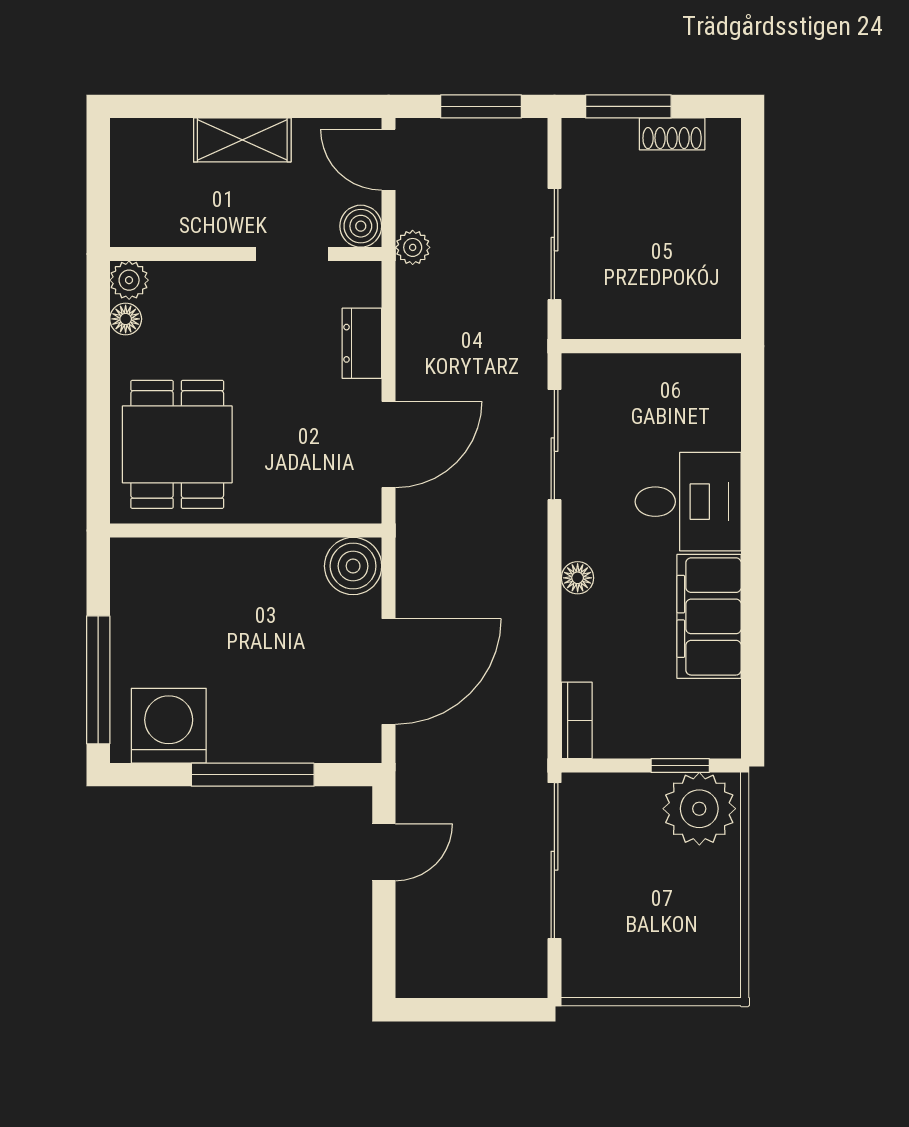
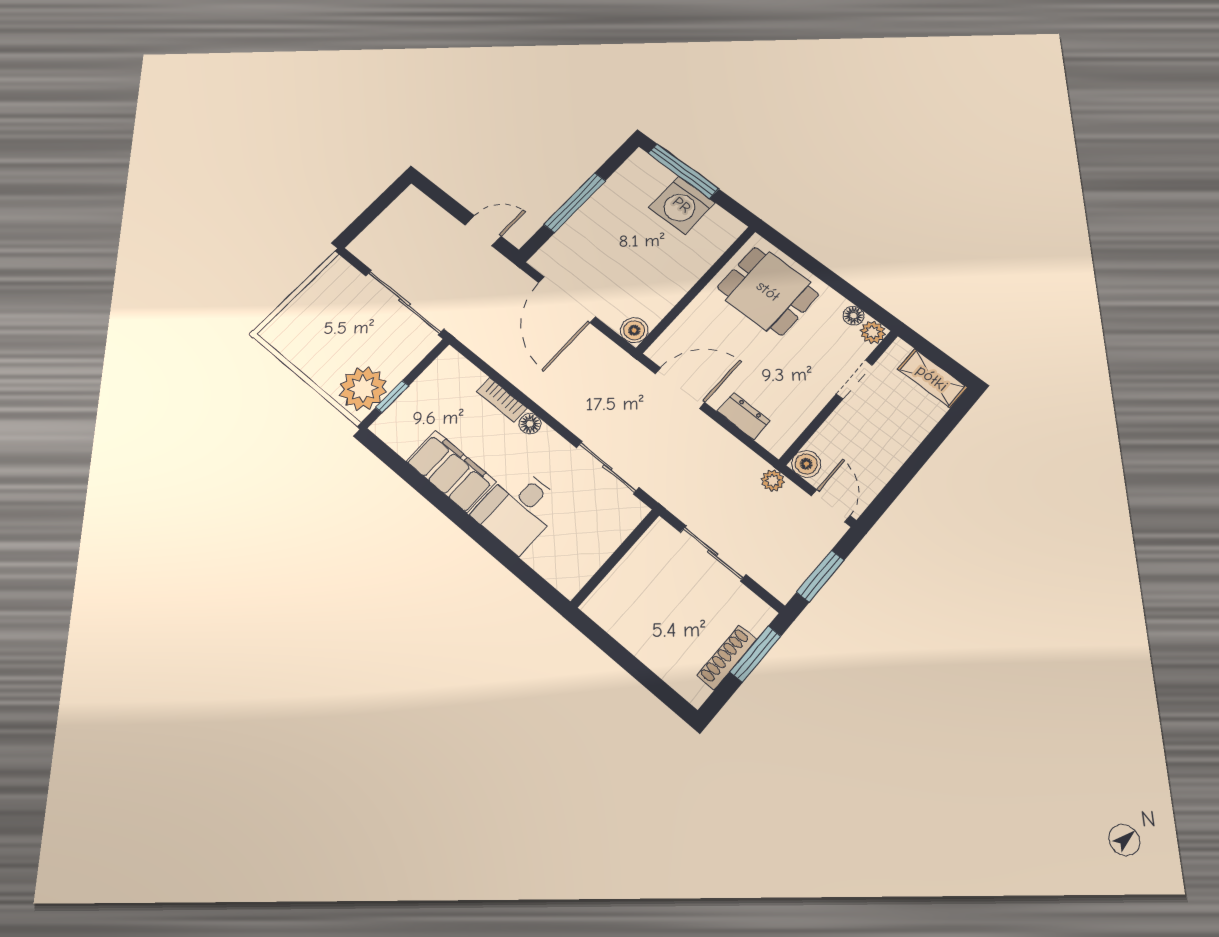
shoe rack: (672, 134) -> (727, 657), width x1.43
shelving: (242, 140) -> (932, 378), moved, turned 90
door: (389, 160) -> (831, 506), hinge flipped
doorway: (292, 254) -> (854, 380), moved
door: (389, 444) -> (680, 388), swing flipped
boiler: (353, 566) -> (634, 330), width x0.73, depth x0.73
bookcase: (577, 720) -> (502, 400), moved
washing machine: (169, 726) -> (682, 205), moved, turned 90
door: (384, 852) -> (483, 231), swing flipped

